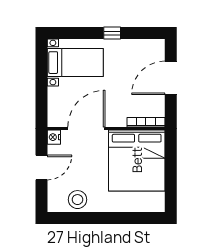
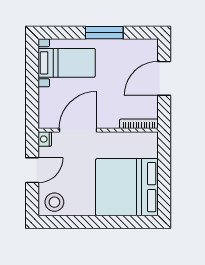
window: (112, 33) -> (104, 33), width x2.17
bed: (137, 160) -> (127, 187), moved, turned 90
stool: (77, 200) -> (54, 202), moved

